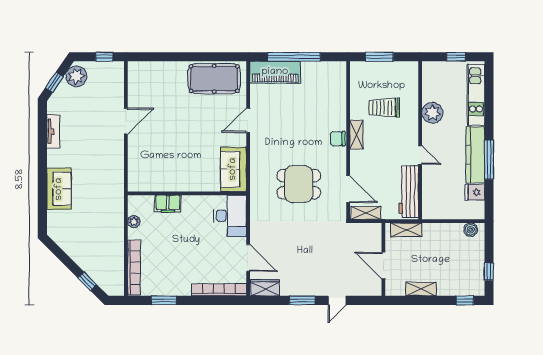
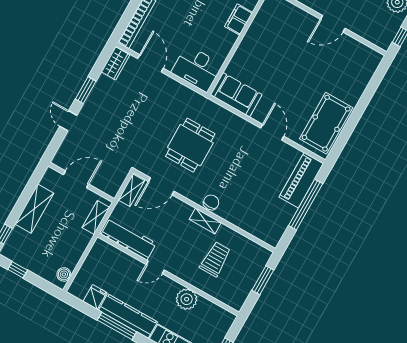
door: (126, 121) -> (333, 24), hinge flipped
door: (248, 258) -> (150, 63), swing flipped
shelving: (421, 289) -> (34, 209), width x1.50, depth x1.33

